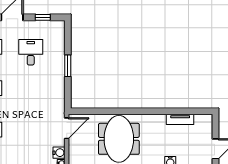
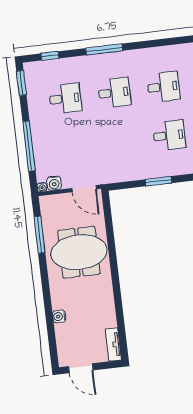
tv unit: (180, 119) -> (113, 344), moved

